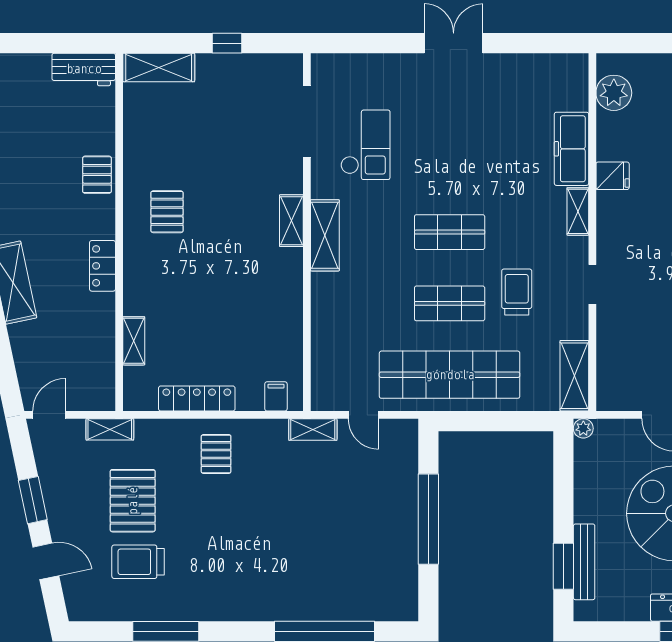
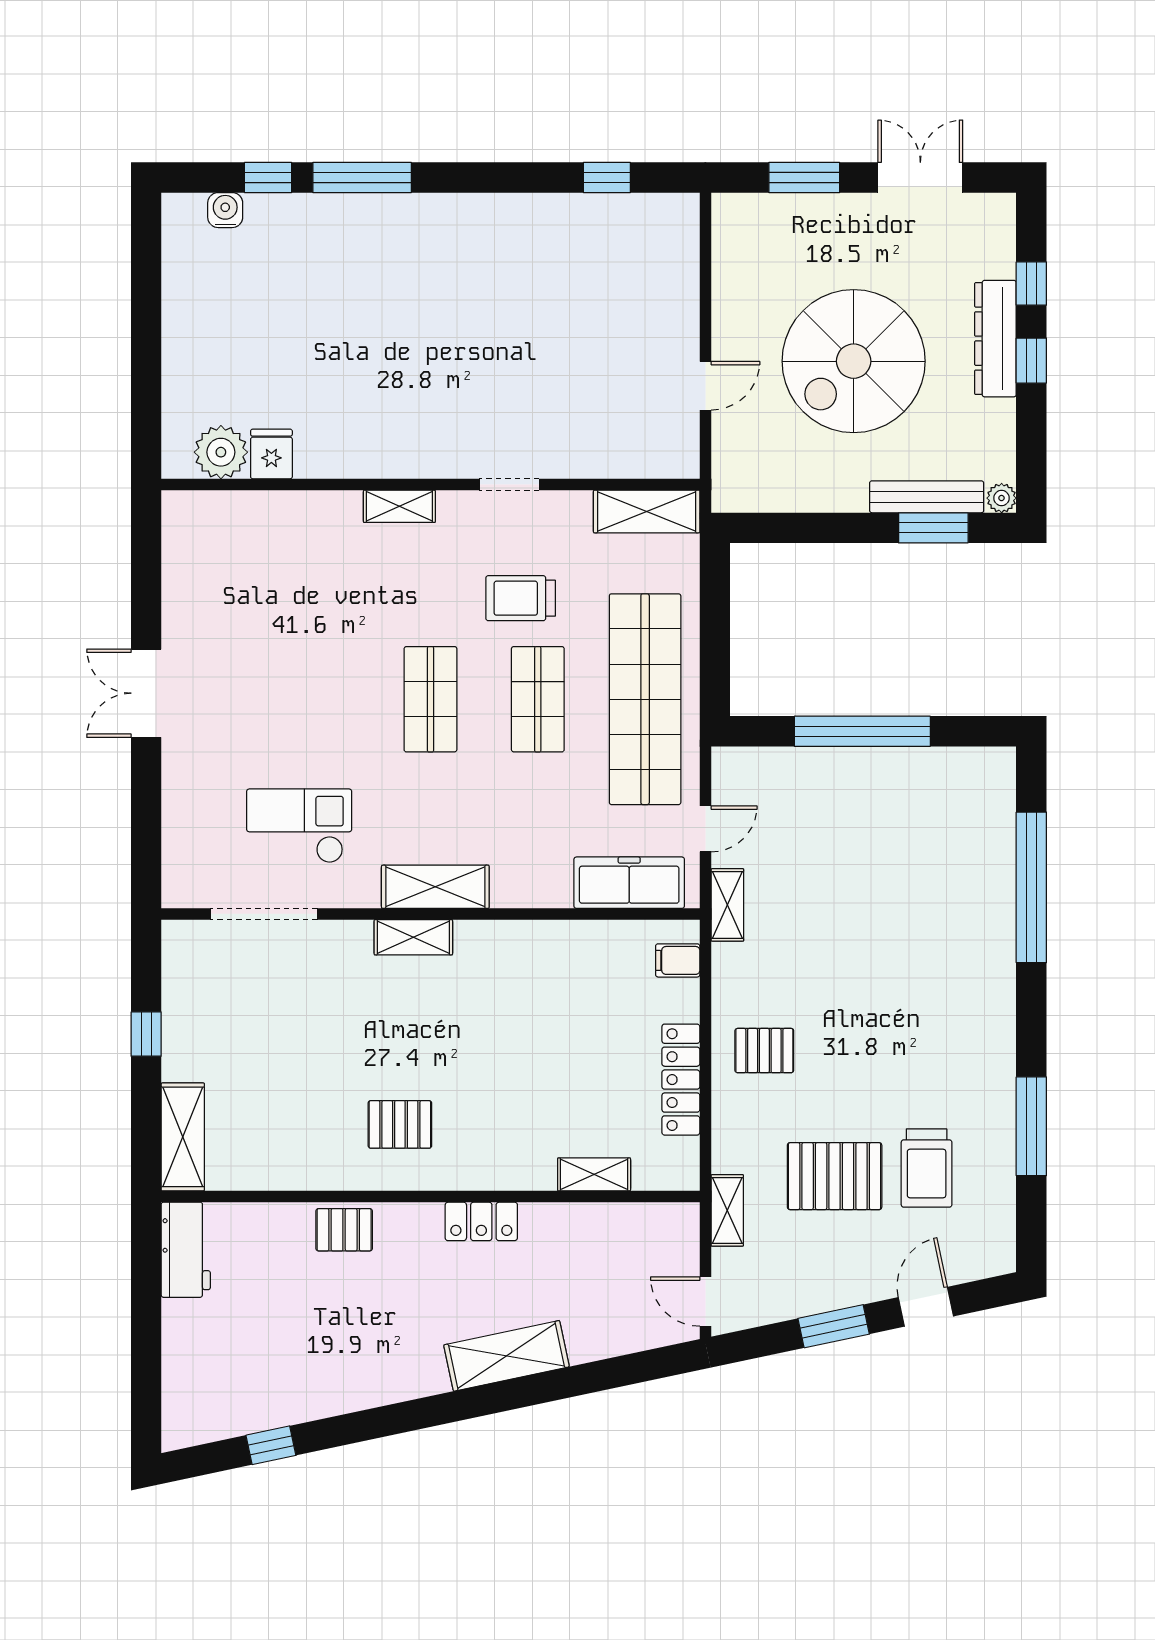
freezer: (571, 149) -> (629, 883), moved, turned 180
fridge: (613, 176) -> (271, 454), moved
plant: (583, 428) -> (1002, 498), moved

